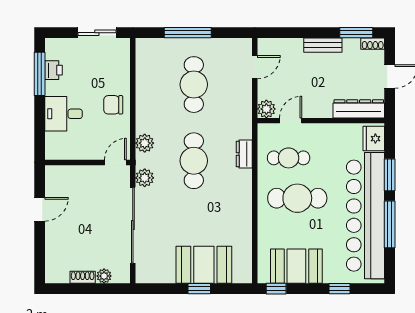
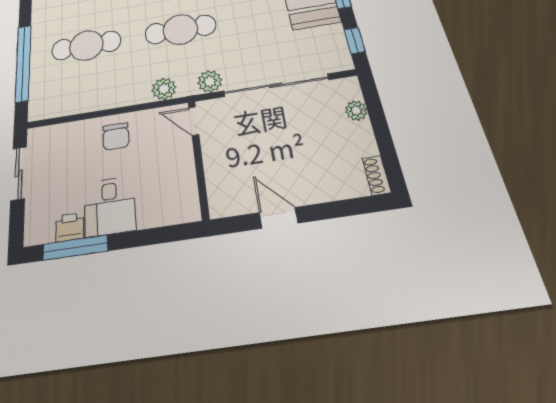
window: (188, 33) -> (23, 63), width x1.46
desk: (64, 114) -> (110, 206), moved
shoe rack: (83, 277) -> (376, 175), moved
window: (159, 289) -> (354, 40), added

